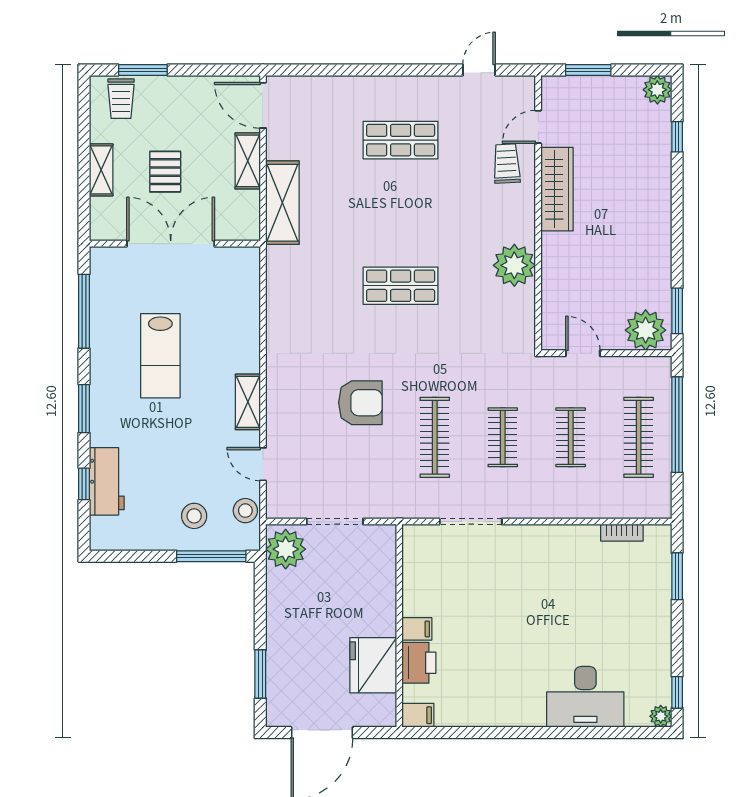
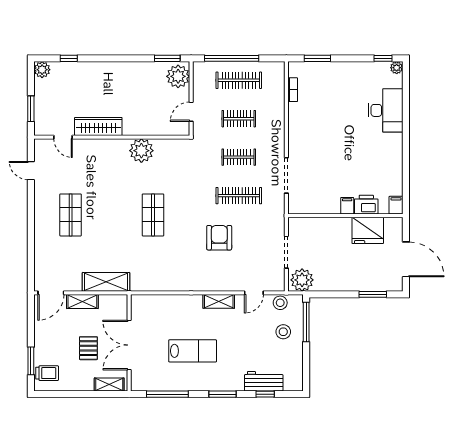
trolley: (507, 164) -> (84, 155), removed
shelving: (101, 170) -> (109, 384), moved
pallet: (165, 172) -> (88, 348), turned 90

